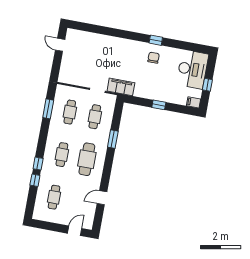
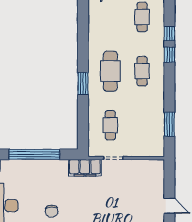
window: (159, 105) -> (34, 154), width x3.17
cafe table: (70, 112) -> (142, 125), removed
window: (113, 139) -> (83, 84), moved
door: (102, 198) -> (83, 27), removed

